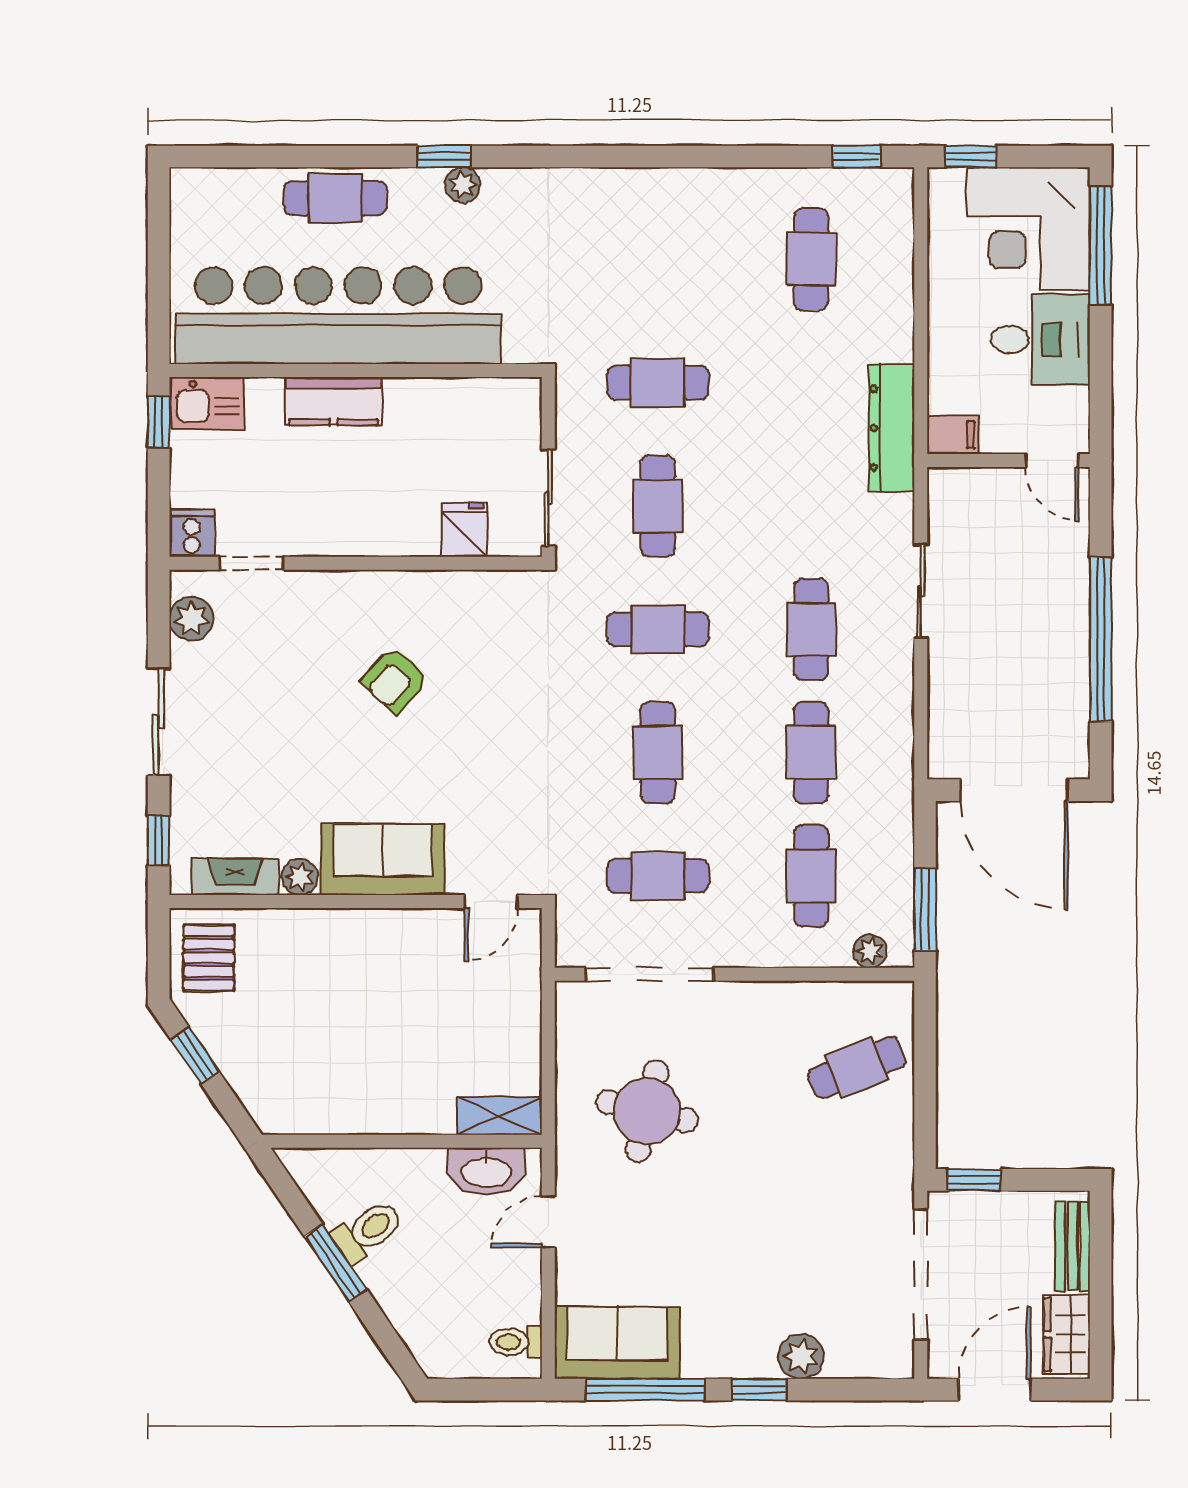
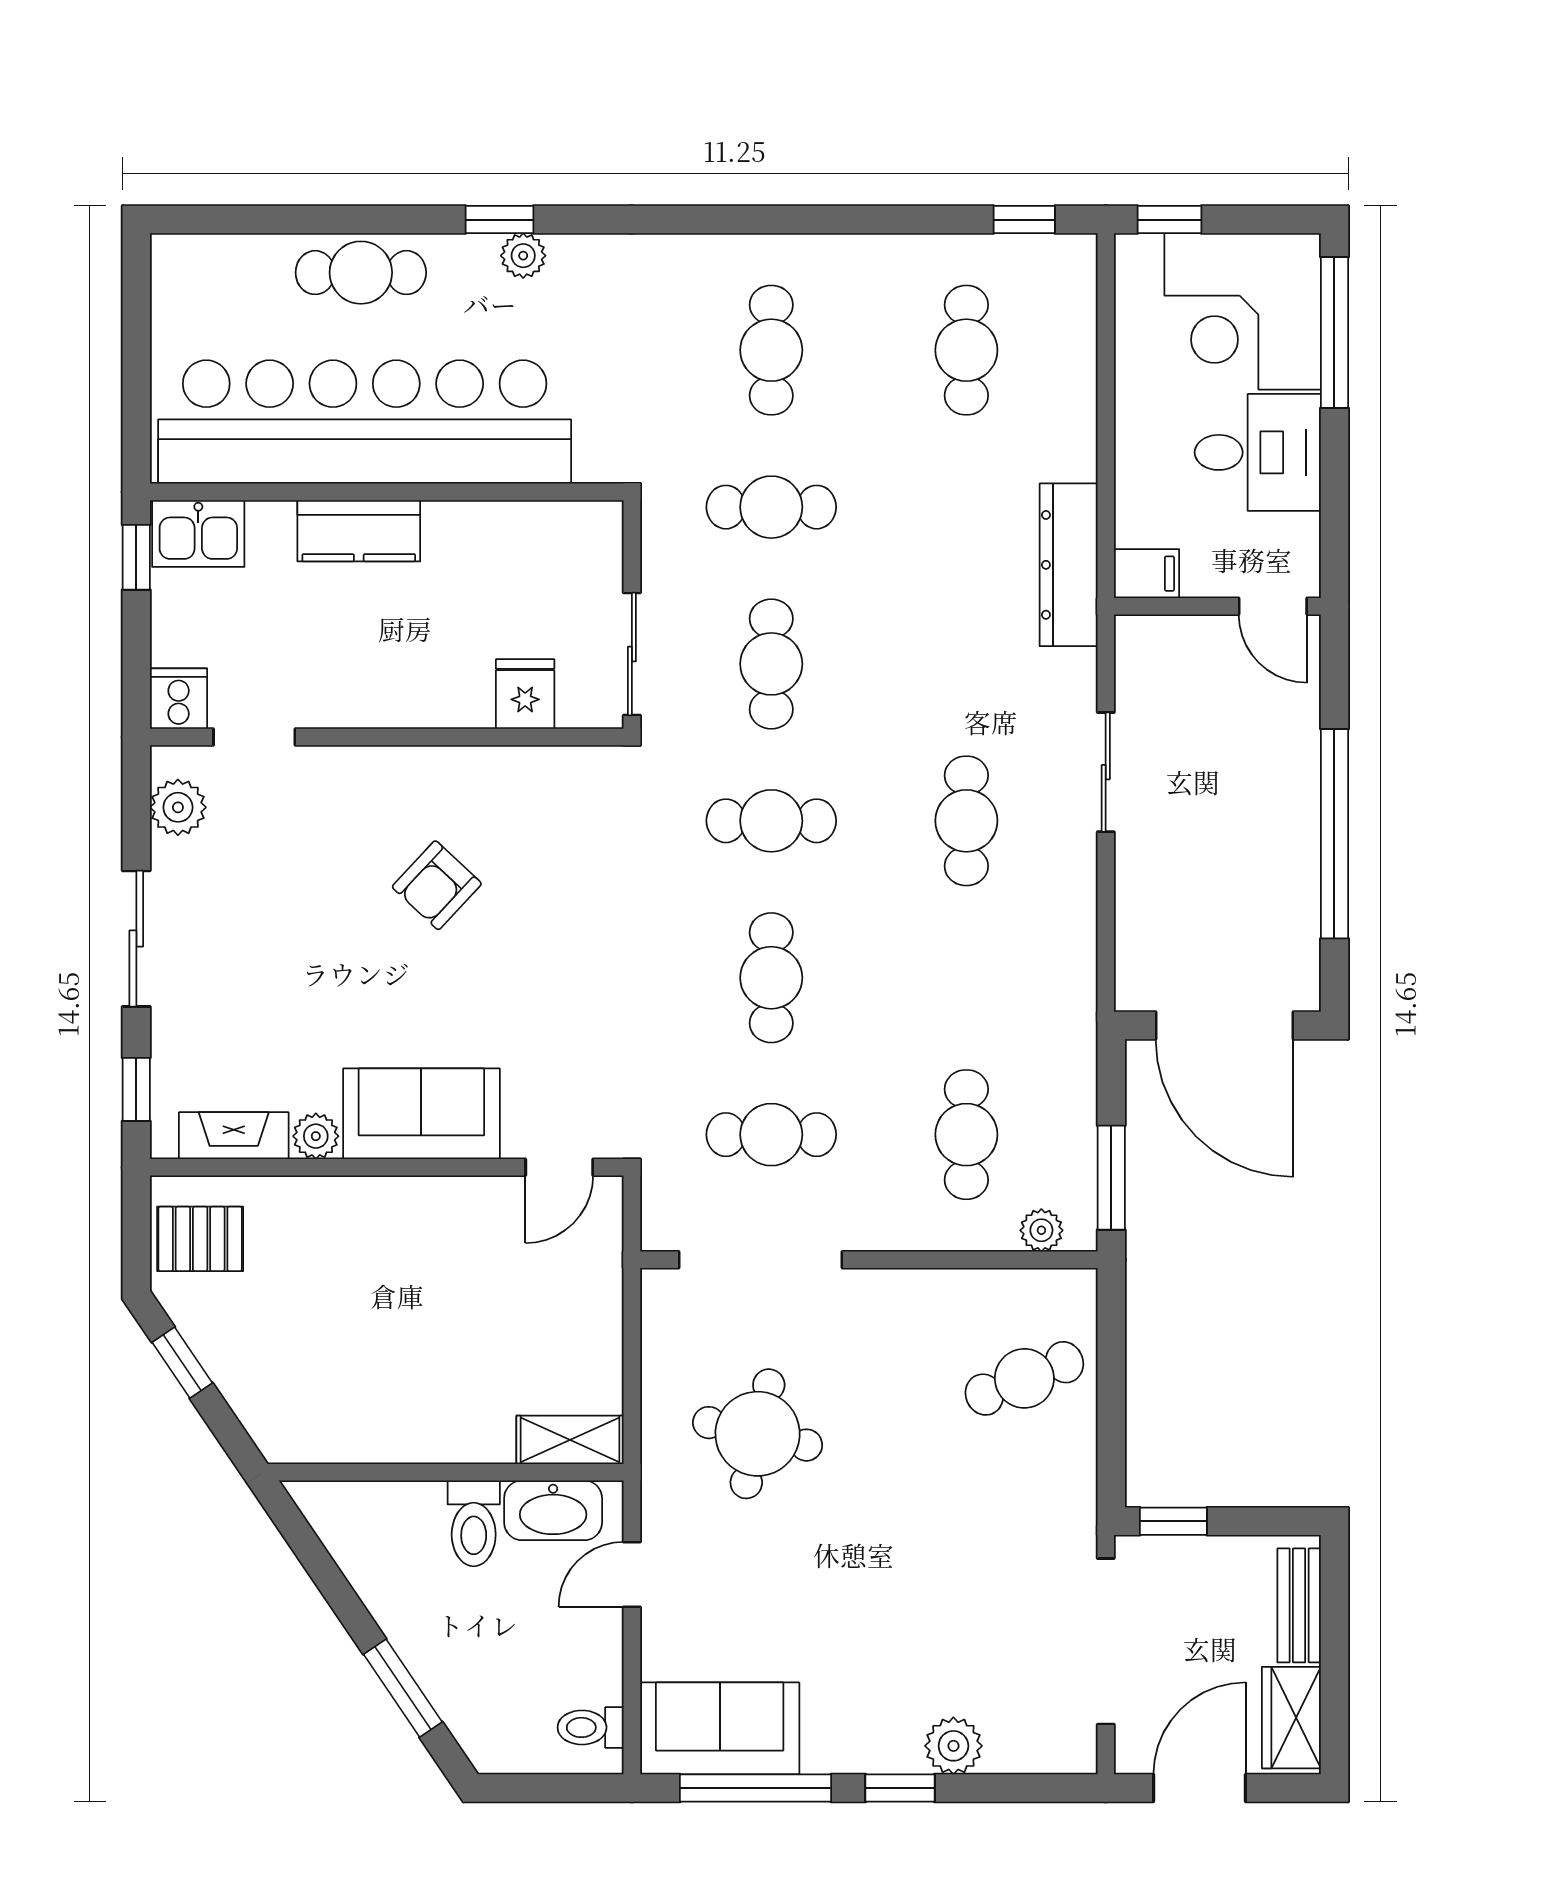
cafe table: (811, 753) -> (771, 350), moved
pallet: (209, 958) -> (200, 1239), turned 90
toilet: (368, 1231) -> (474, 1523), moved, turned 124
window: (336, 1263) -> (403, 1688), moved

